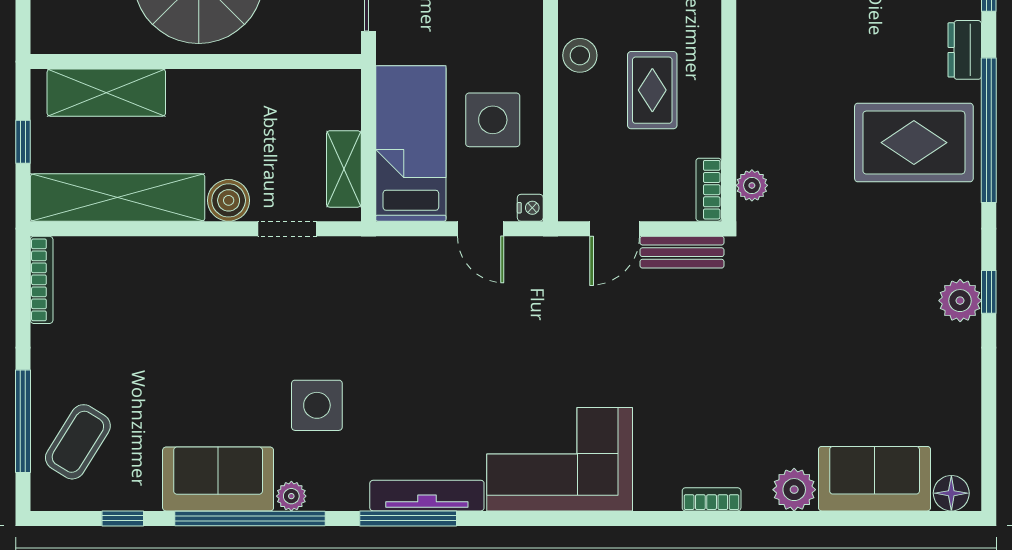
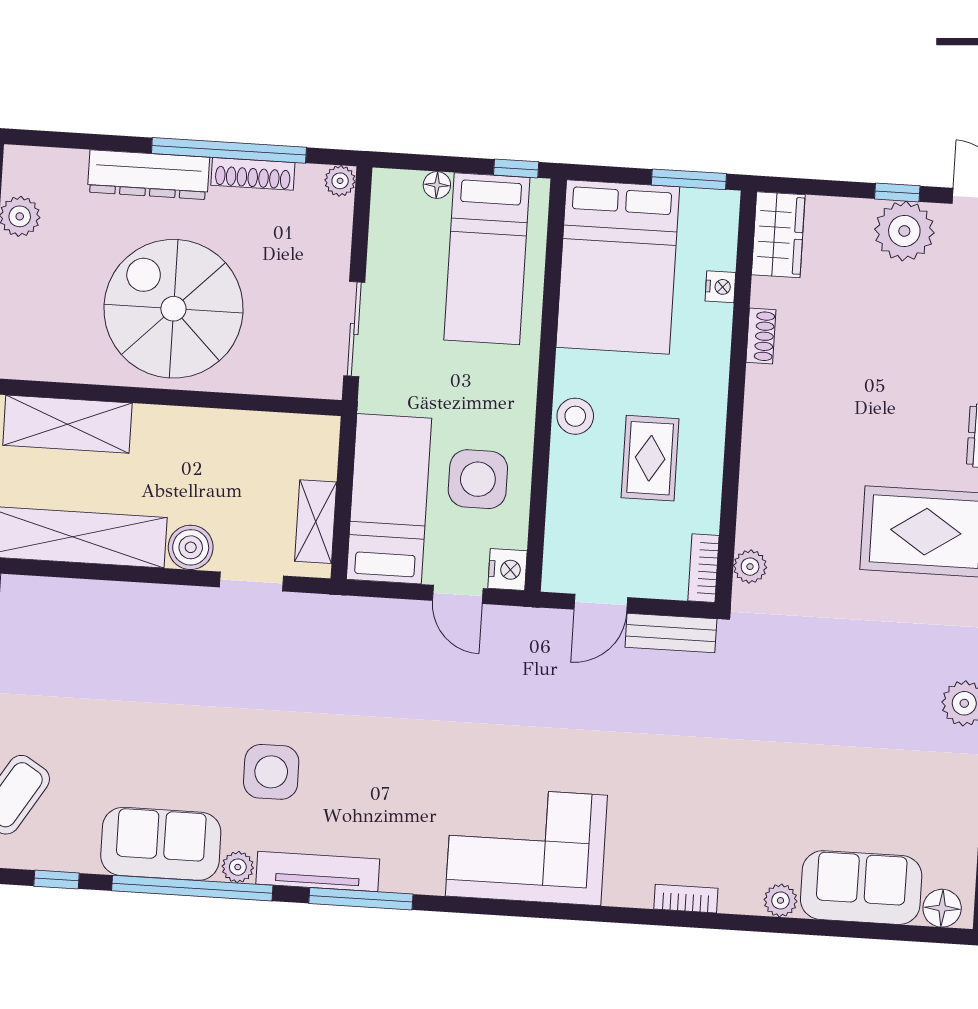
nightstand: (530, 208) -> (508, 570), width x1.39, depth x1.35
plant: (794, 490) -> (780, 900), width x0.73, depth x0.73
tv unit: (427, 496) -> (318, 871), moved

